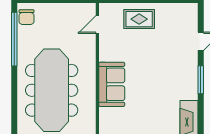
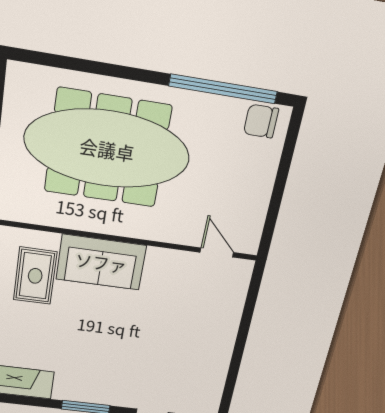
rug: (139, 19) -> (35, 276), moved

